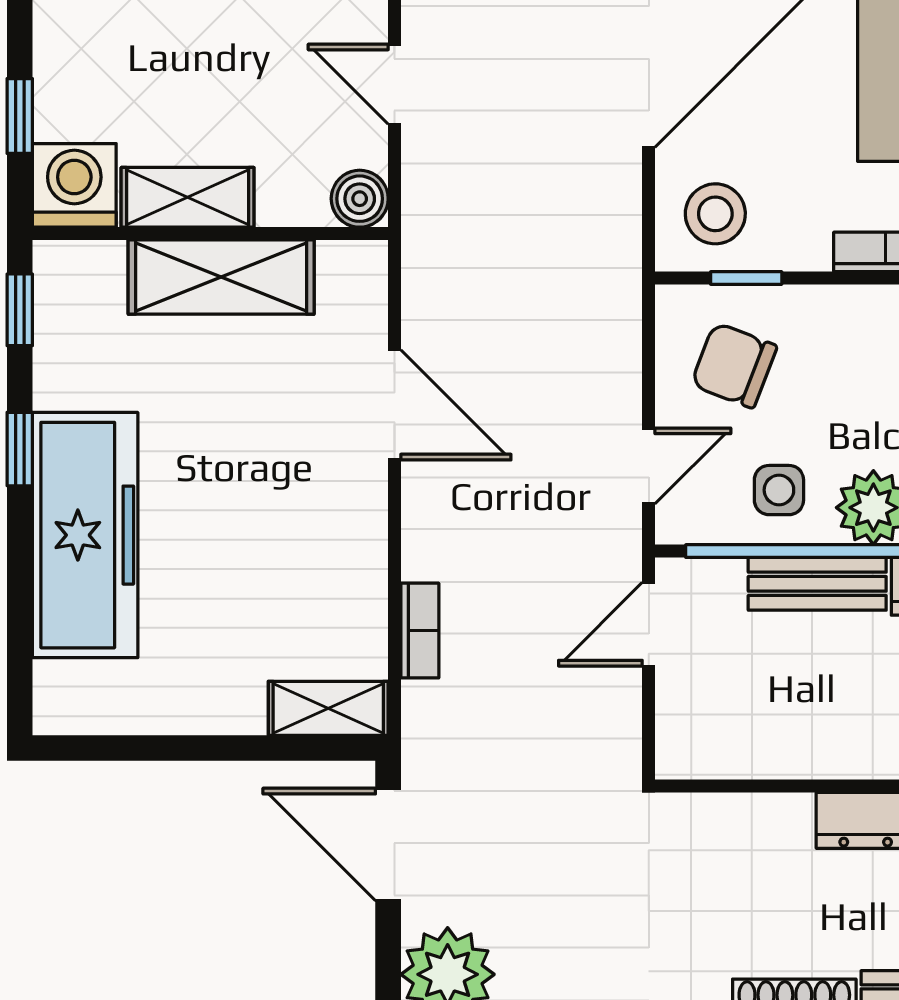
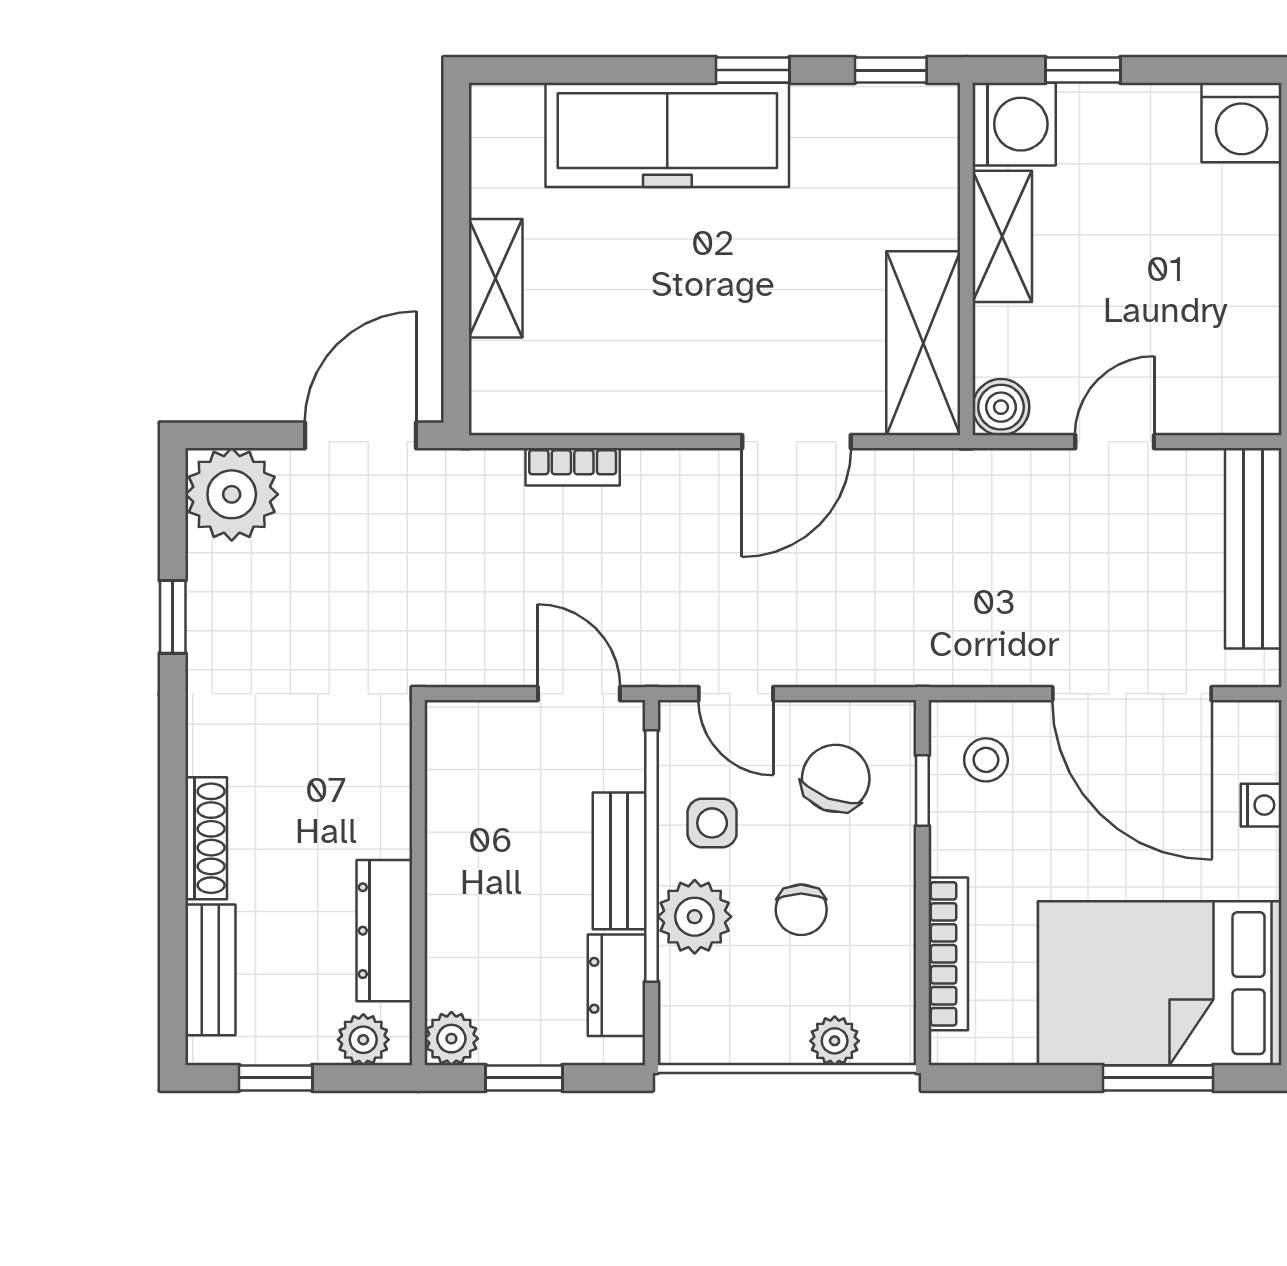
stool: (715, 214) -> (986, 760), width x0.73, depth x0.73
shelving: (221, 277) -> (923, 343), moved
chair: (866, 400) -> (801, 910), added
shelving: (328, 708) -> (496, 278), moved

